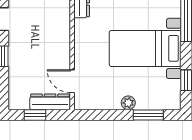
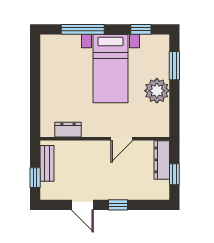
door: (72, 81) -> (122, 139), moved
plant: (128, 103) -> (157, 91), width x1.88, depth x1.88

